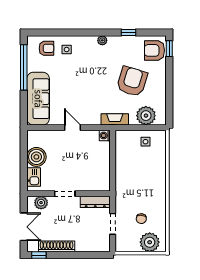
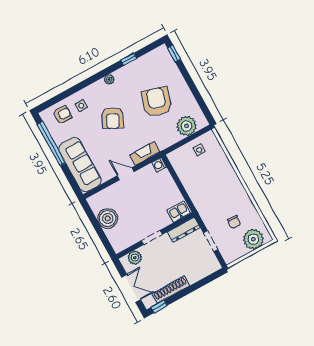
armchair: (154, 50) -> (113, 118), moved, turned -64
fireplace: (115, 119) -> (145, 153), moved
kitchen sink: (34, 177) -> (179, 212), moved, turned -90

